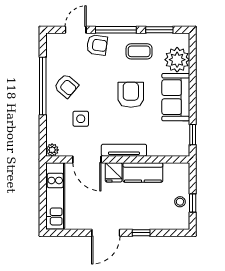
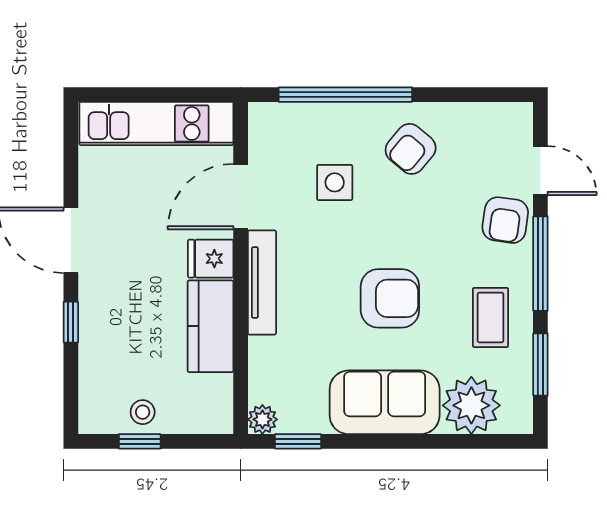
window: (43, 86) -> (345, 95), moved
plant: (52, 150) -> (262, 419), moved

